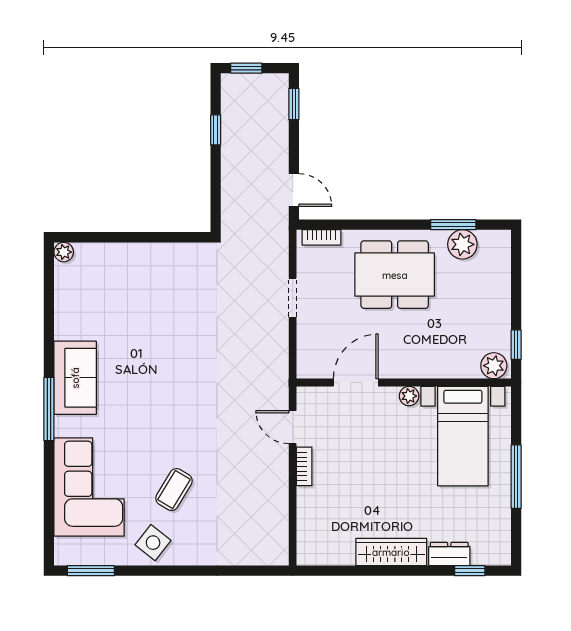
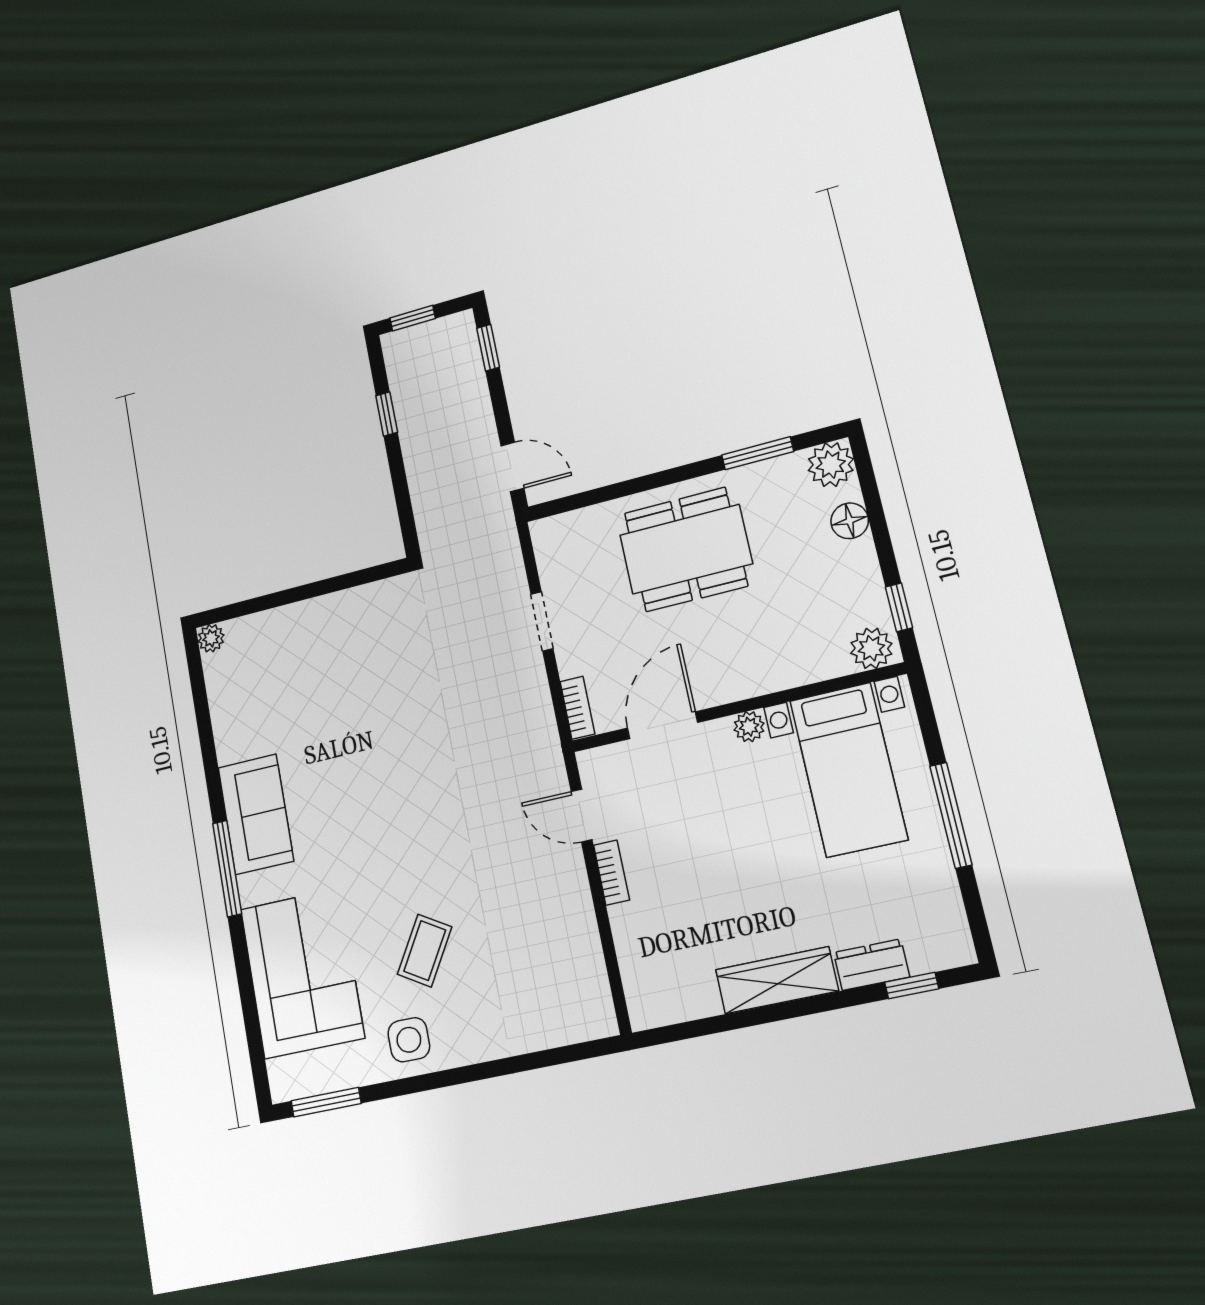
bookcase: (321, 237) -> (577, 708), moved, turned -90
plant: (462, 244) -> (831, 465), moved
floor lamp: (500, 283) -> (850, 521), added
side table: (153, 543) -> (409, 1040), turned -38

